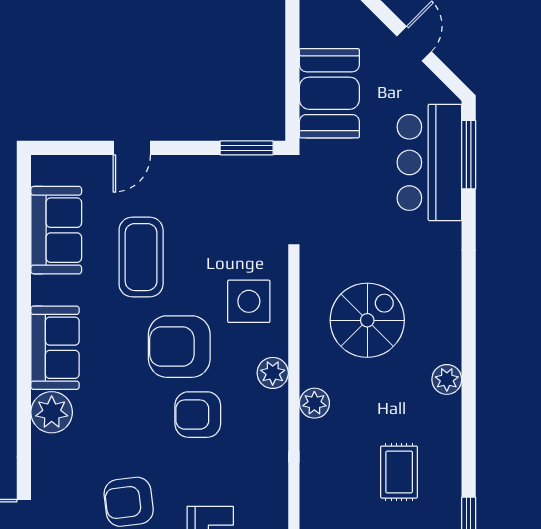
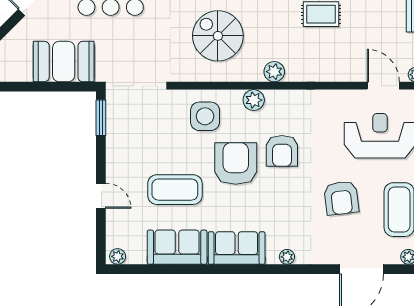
plant: (43, 173) -> (118, 256), added
sofa: (56, 230) -> (177, 247), moved
armchair: (179, 347) -> (236, 164), turned 180
plant: (52, 412) -> (287, 257), width x0.53, depth x0.53

